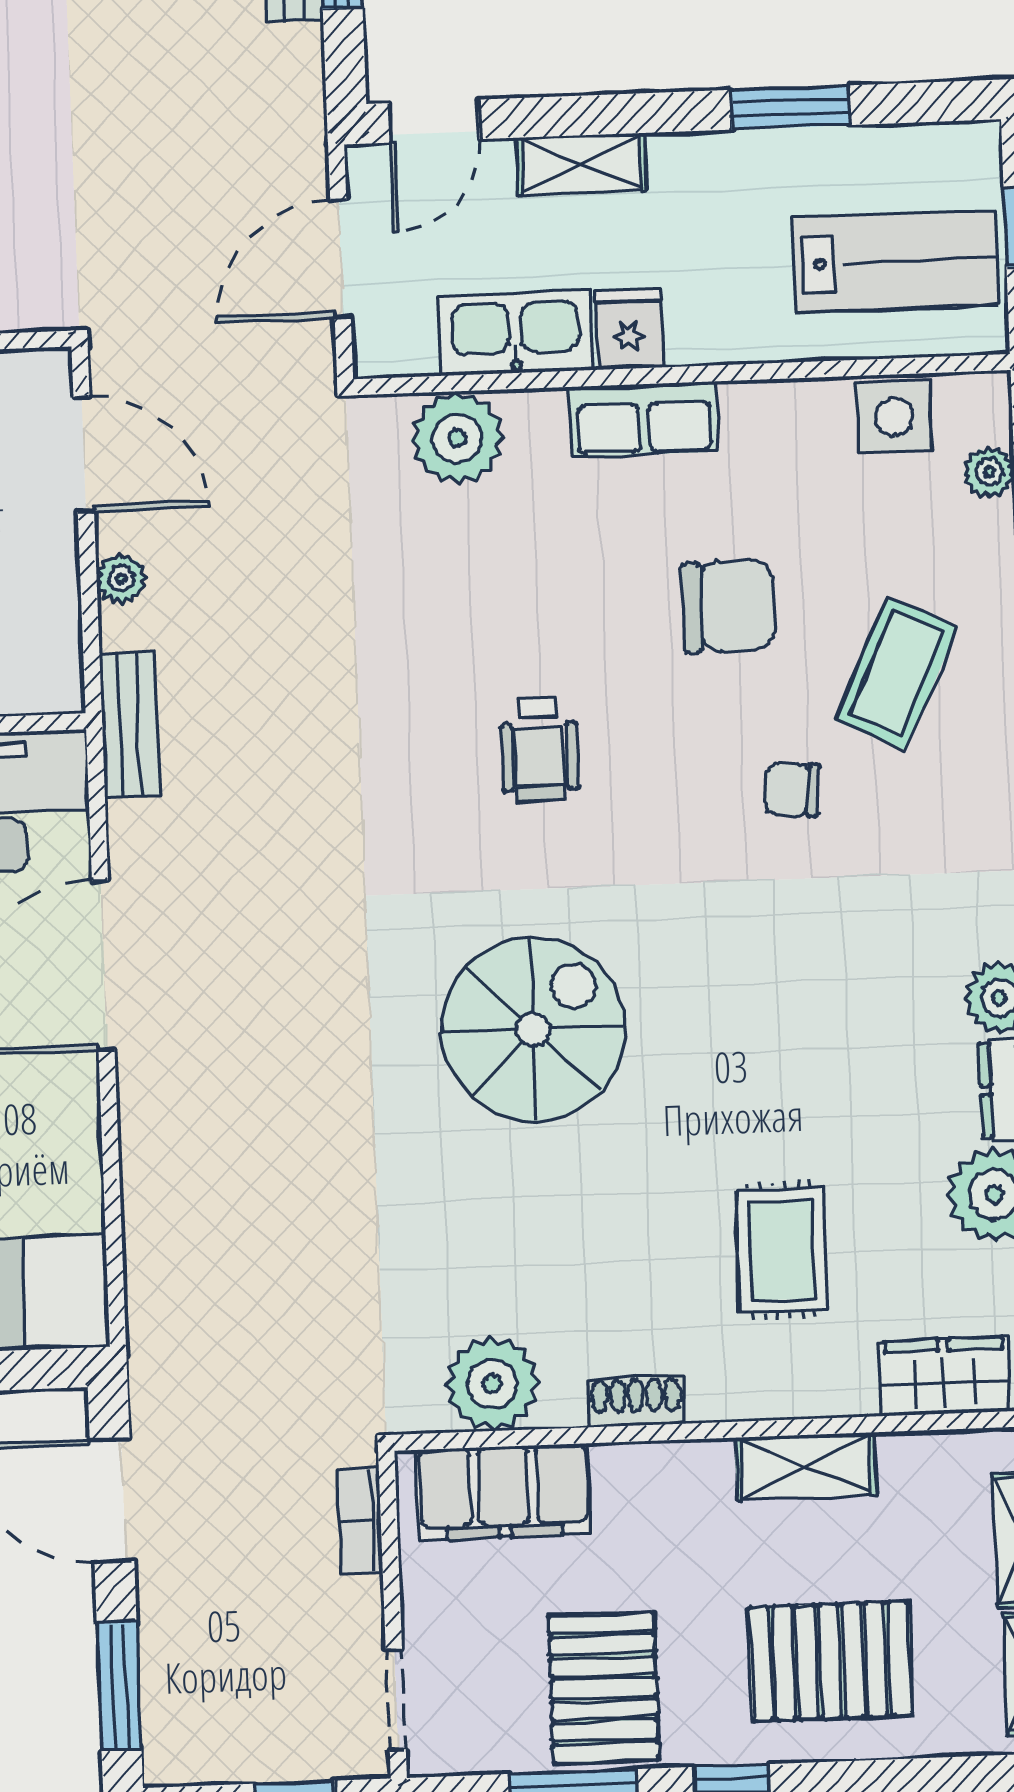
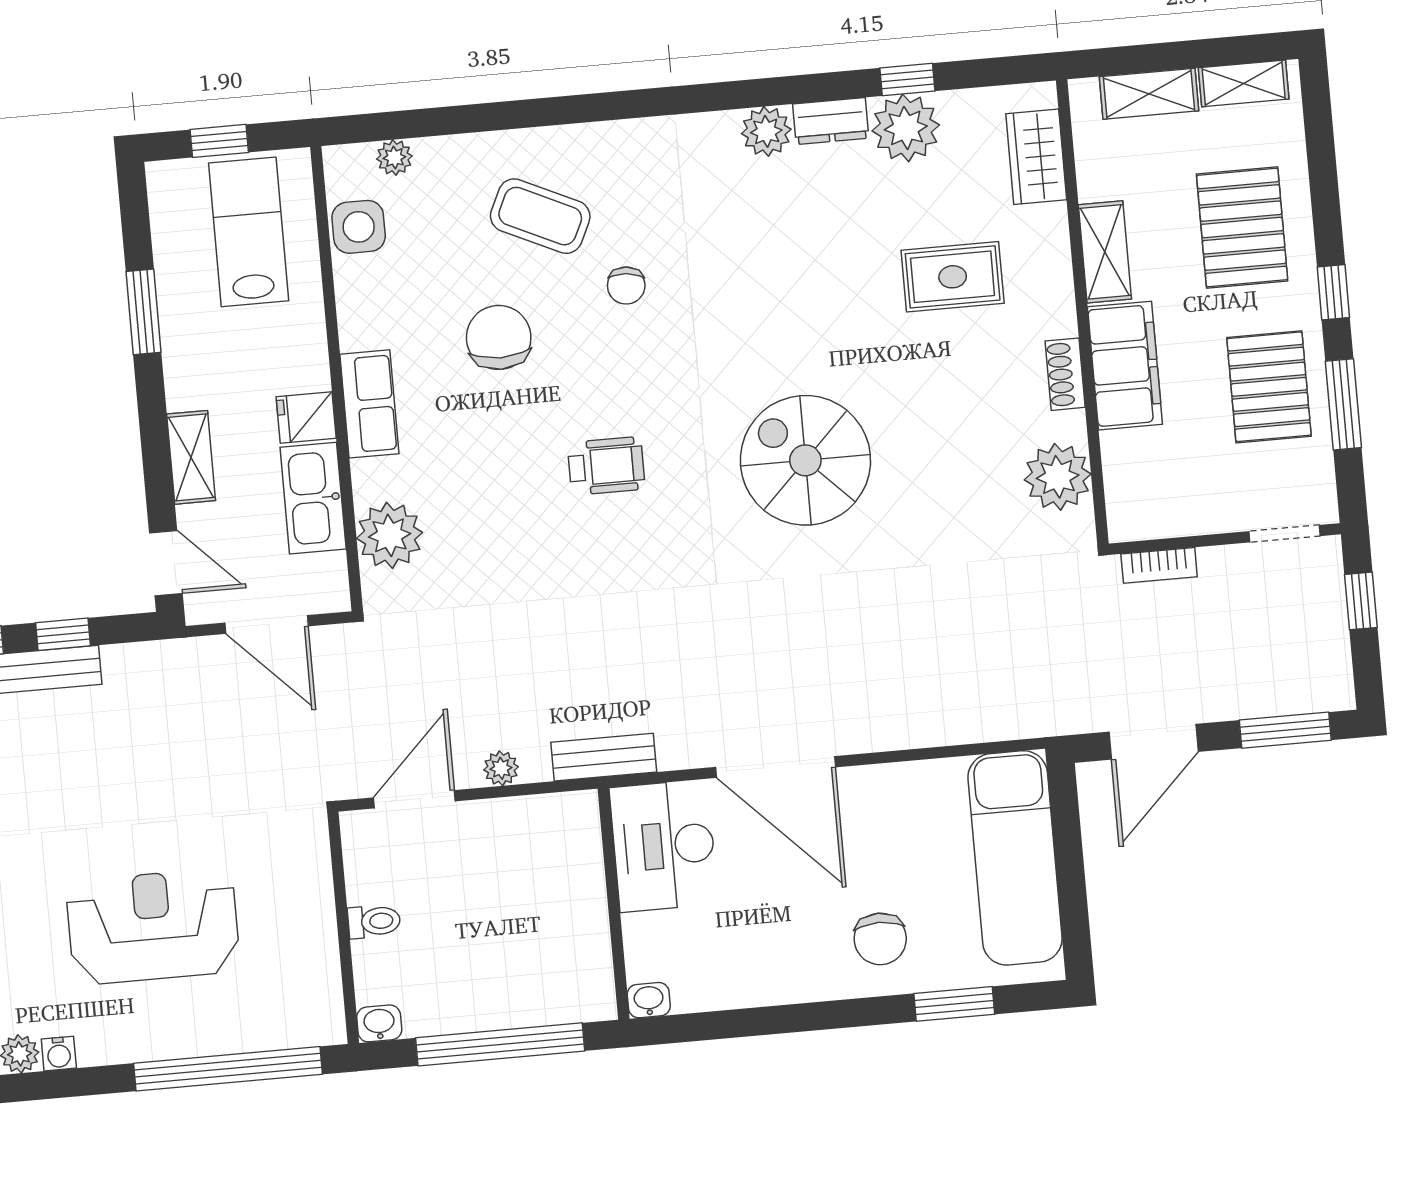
filing cabinet: (504, 1492) -> (1125, 366), moved
pallet: (604, 1688) -> (1269, 387), turned 90

